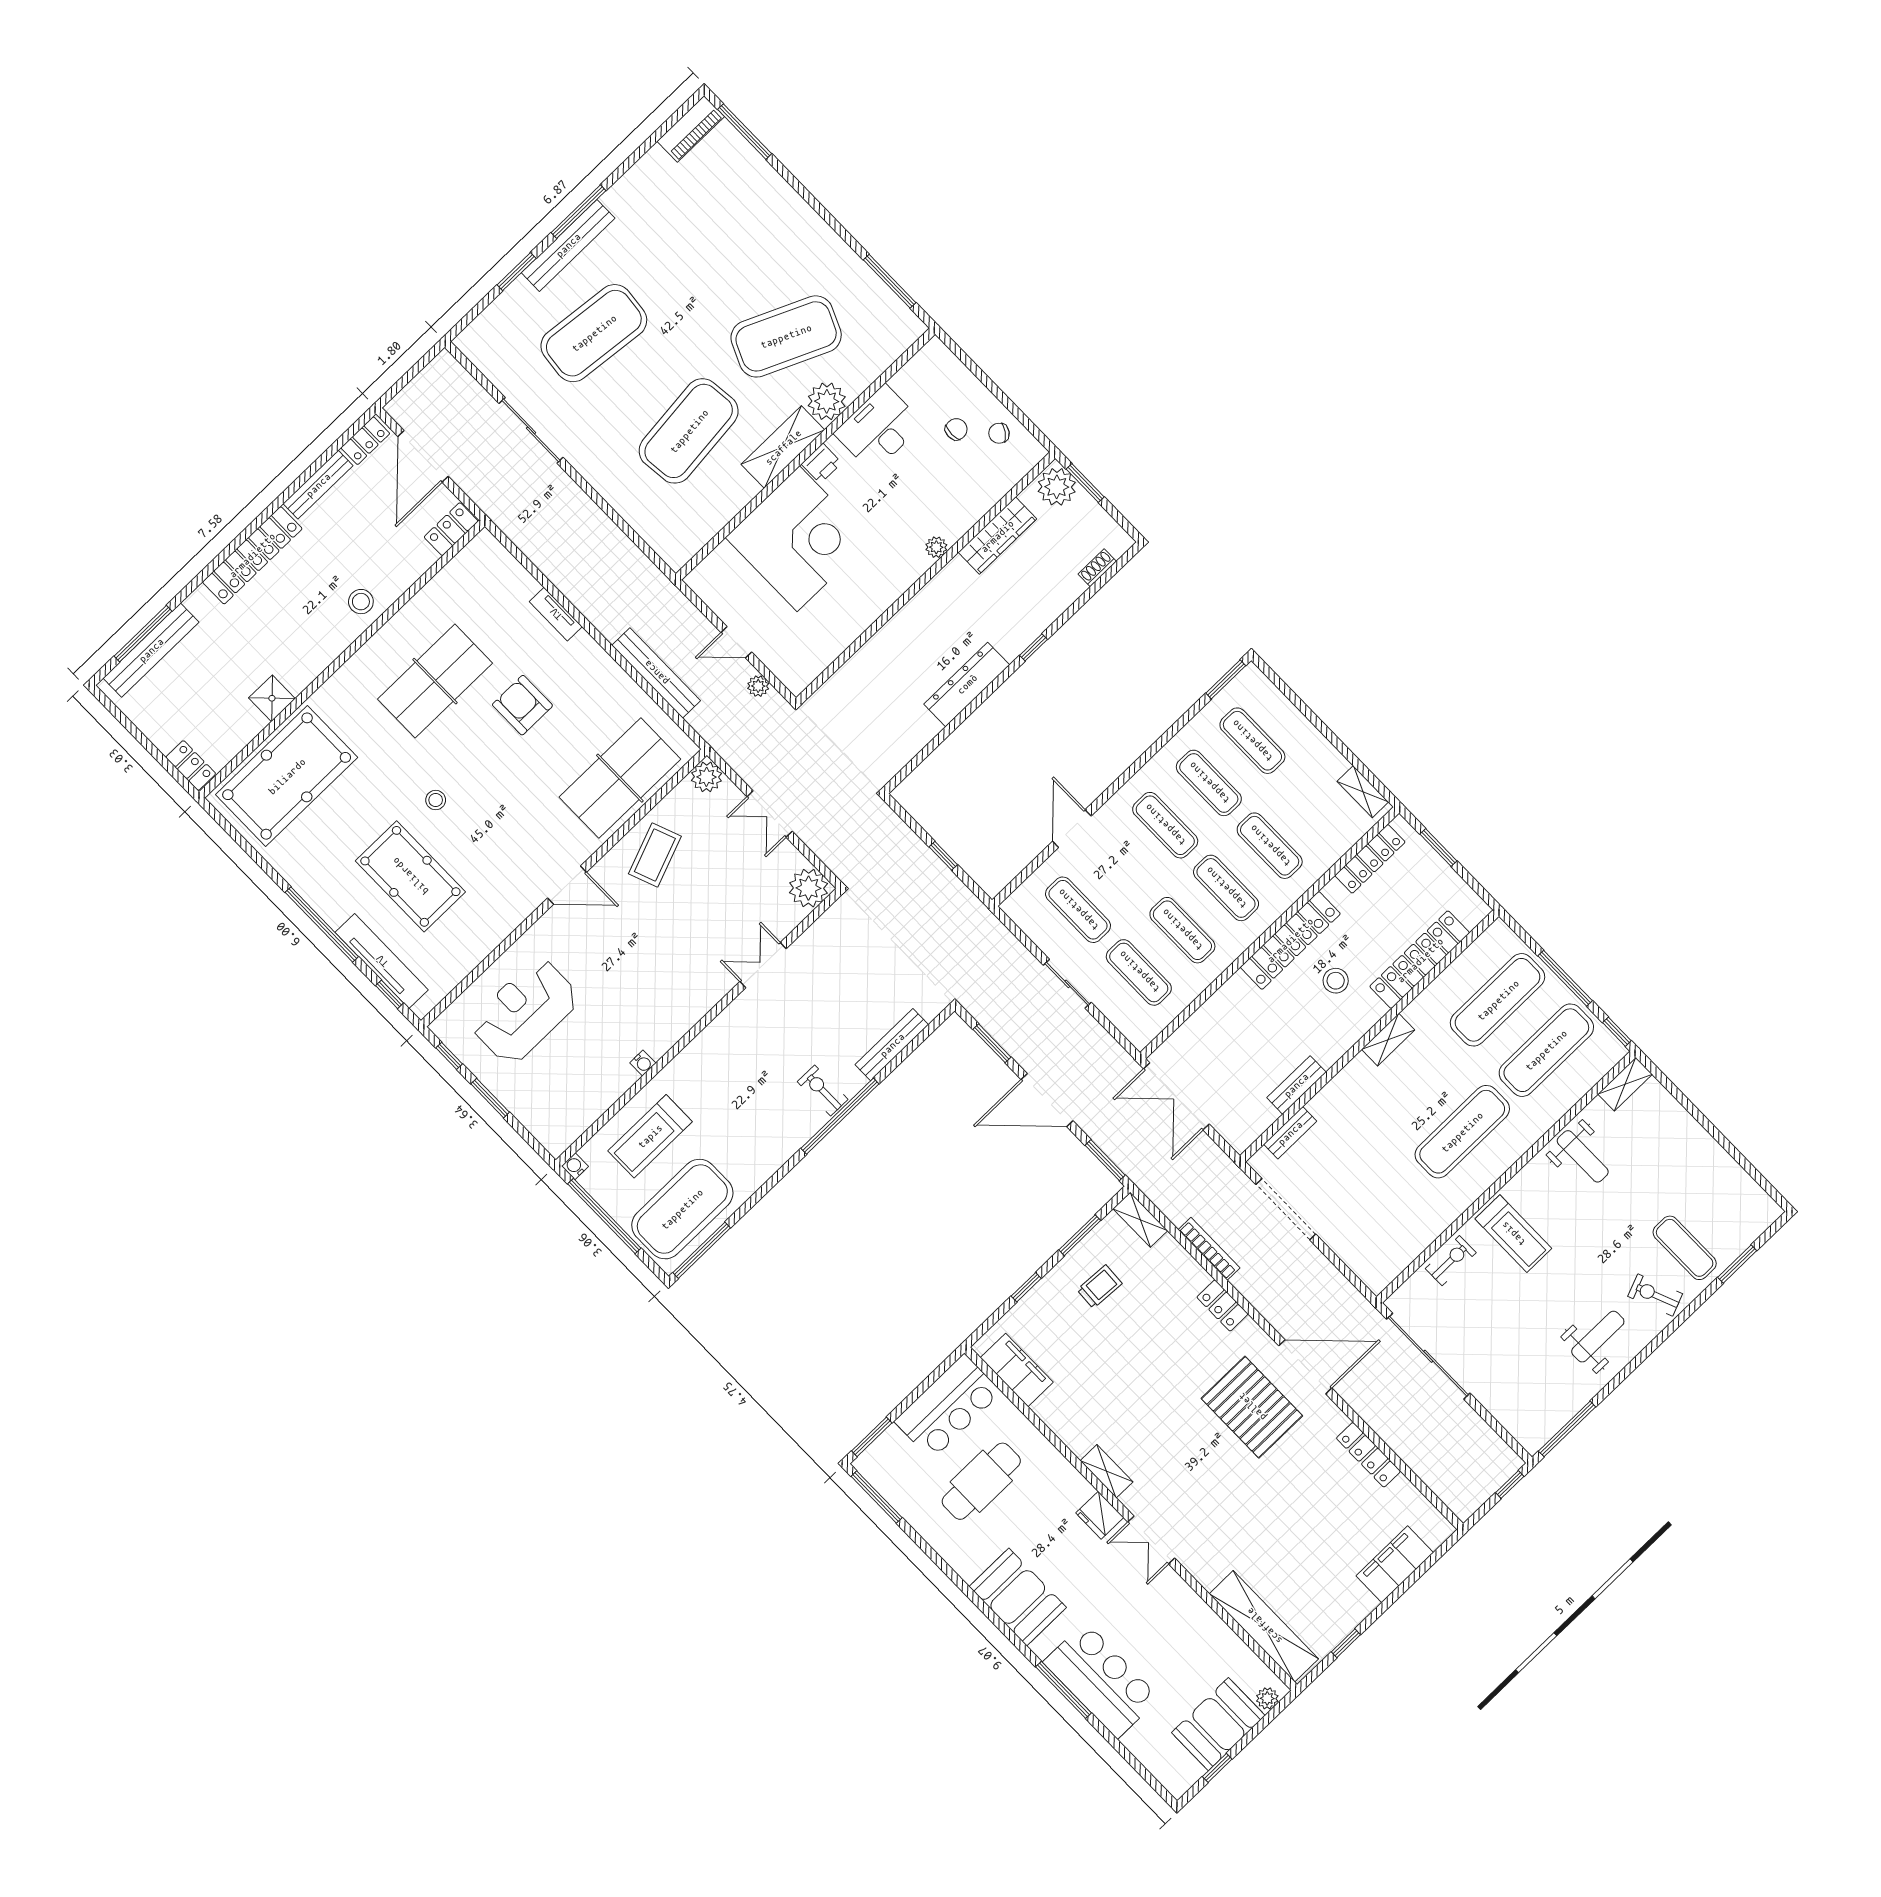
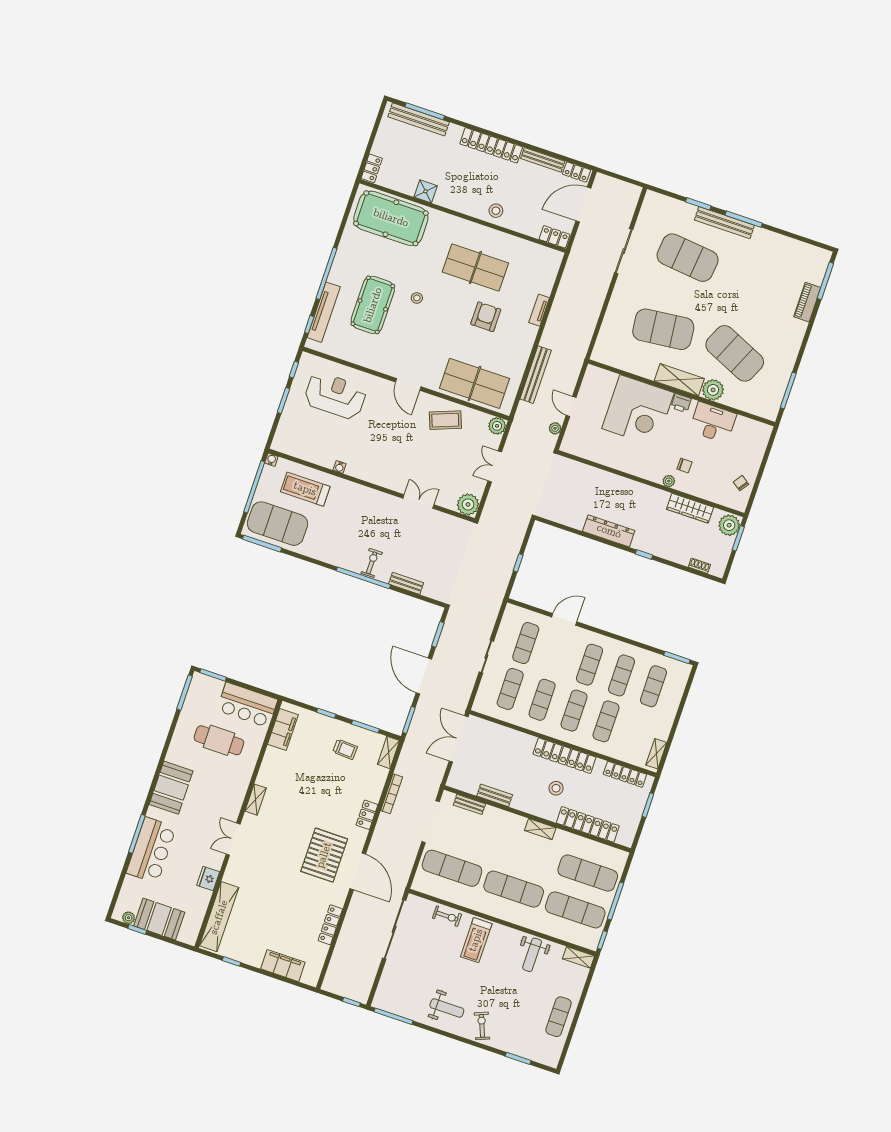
piano: (691, 129) -> (807, 302), moved, turned 90
chair: (956, 429) -> (685, 466), moved
bench: (892, 1045) -> (406, 583), width x0.73
exercise mat: (1378, 1213) -> (452, 868), added
exercise mat: (1685, 1248) -> (559, 1017), moved
fridge: (1100, 1515) -> (208, 879), moved
plant: (1267, 1698) -> (129, 918), moved

